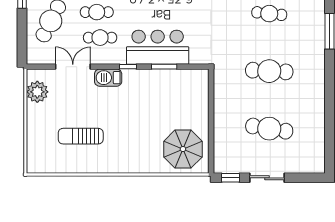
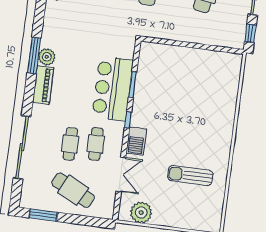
double door: (73, 67) -> (121, 174), swing flipped
sun lounger: (81, 136) -> (190, 176), turned 90
parasol: (183, 149) -> (216, 77), removed

